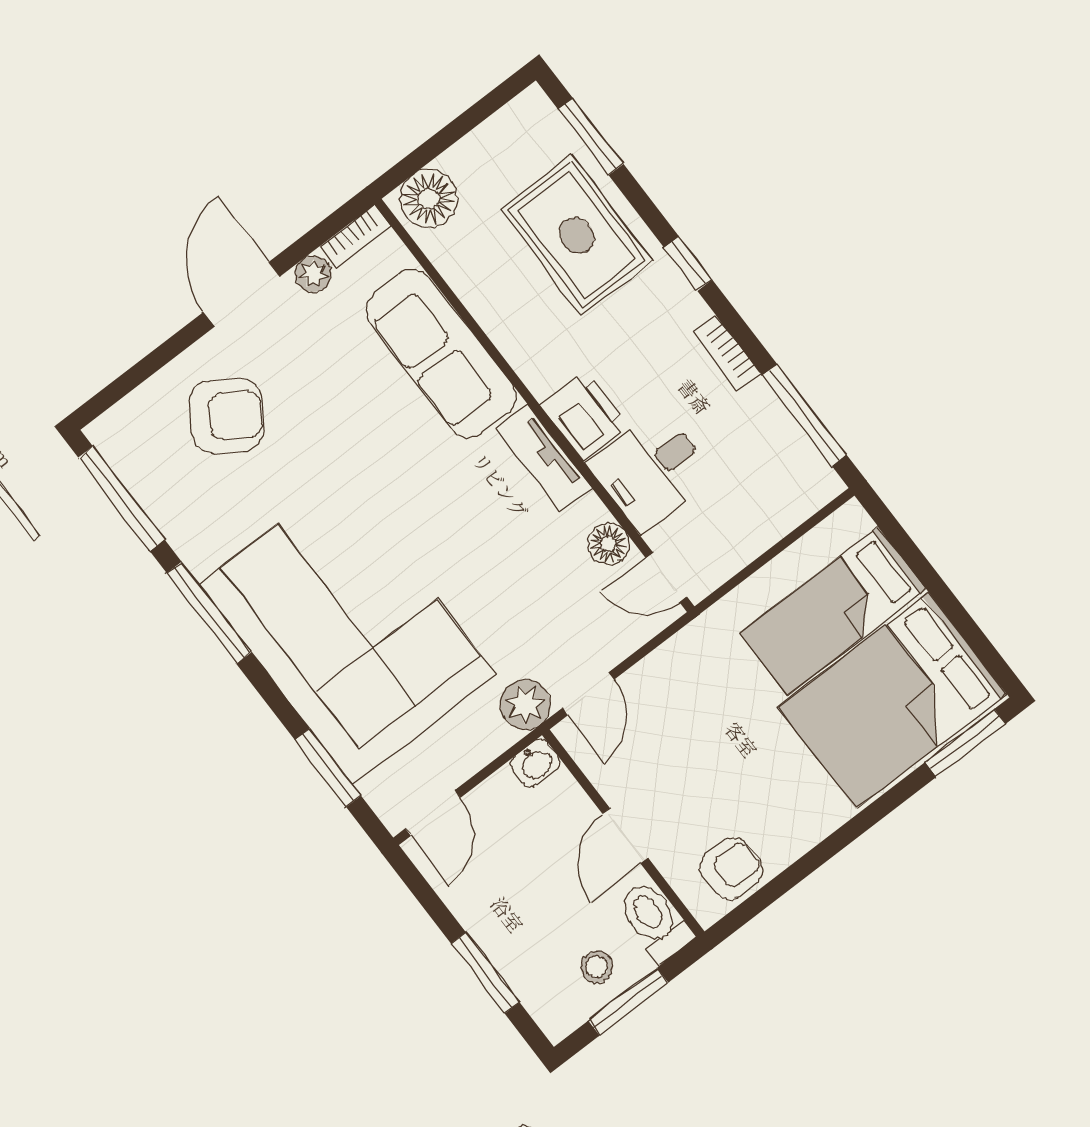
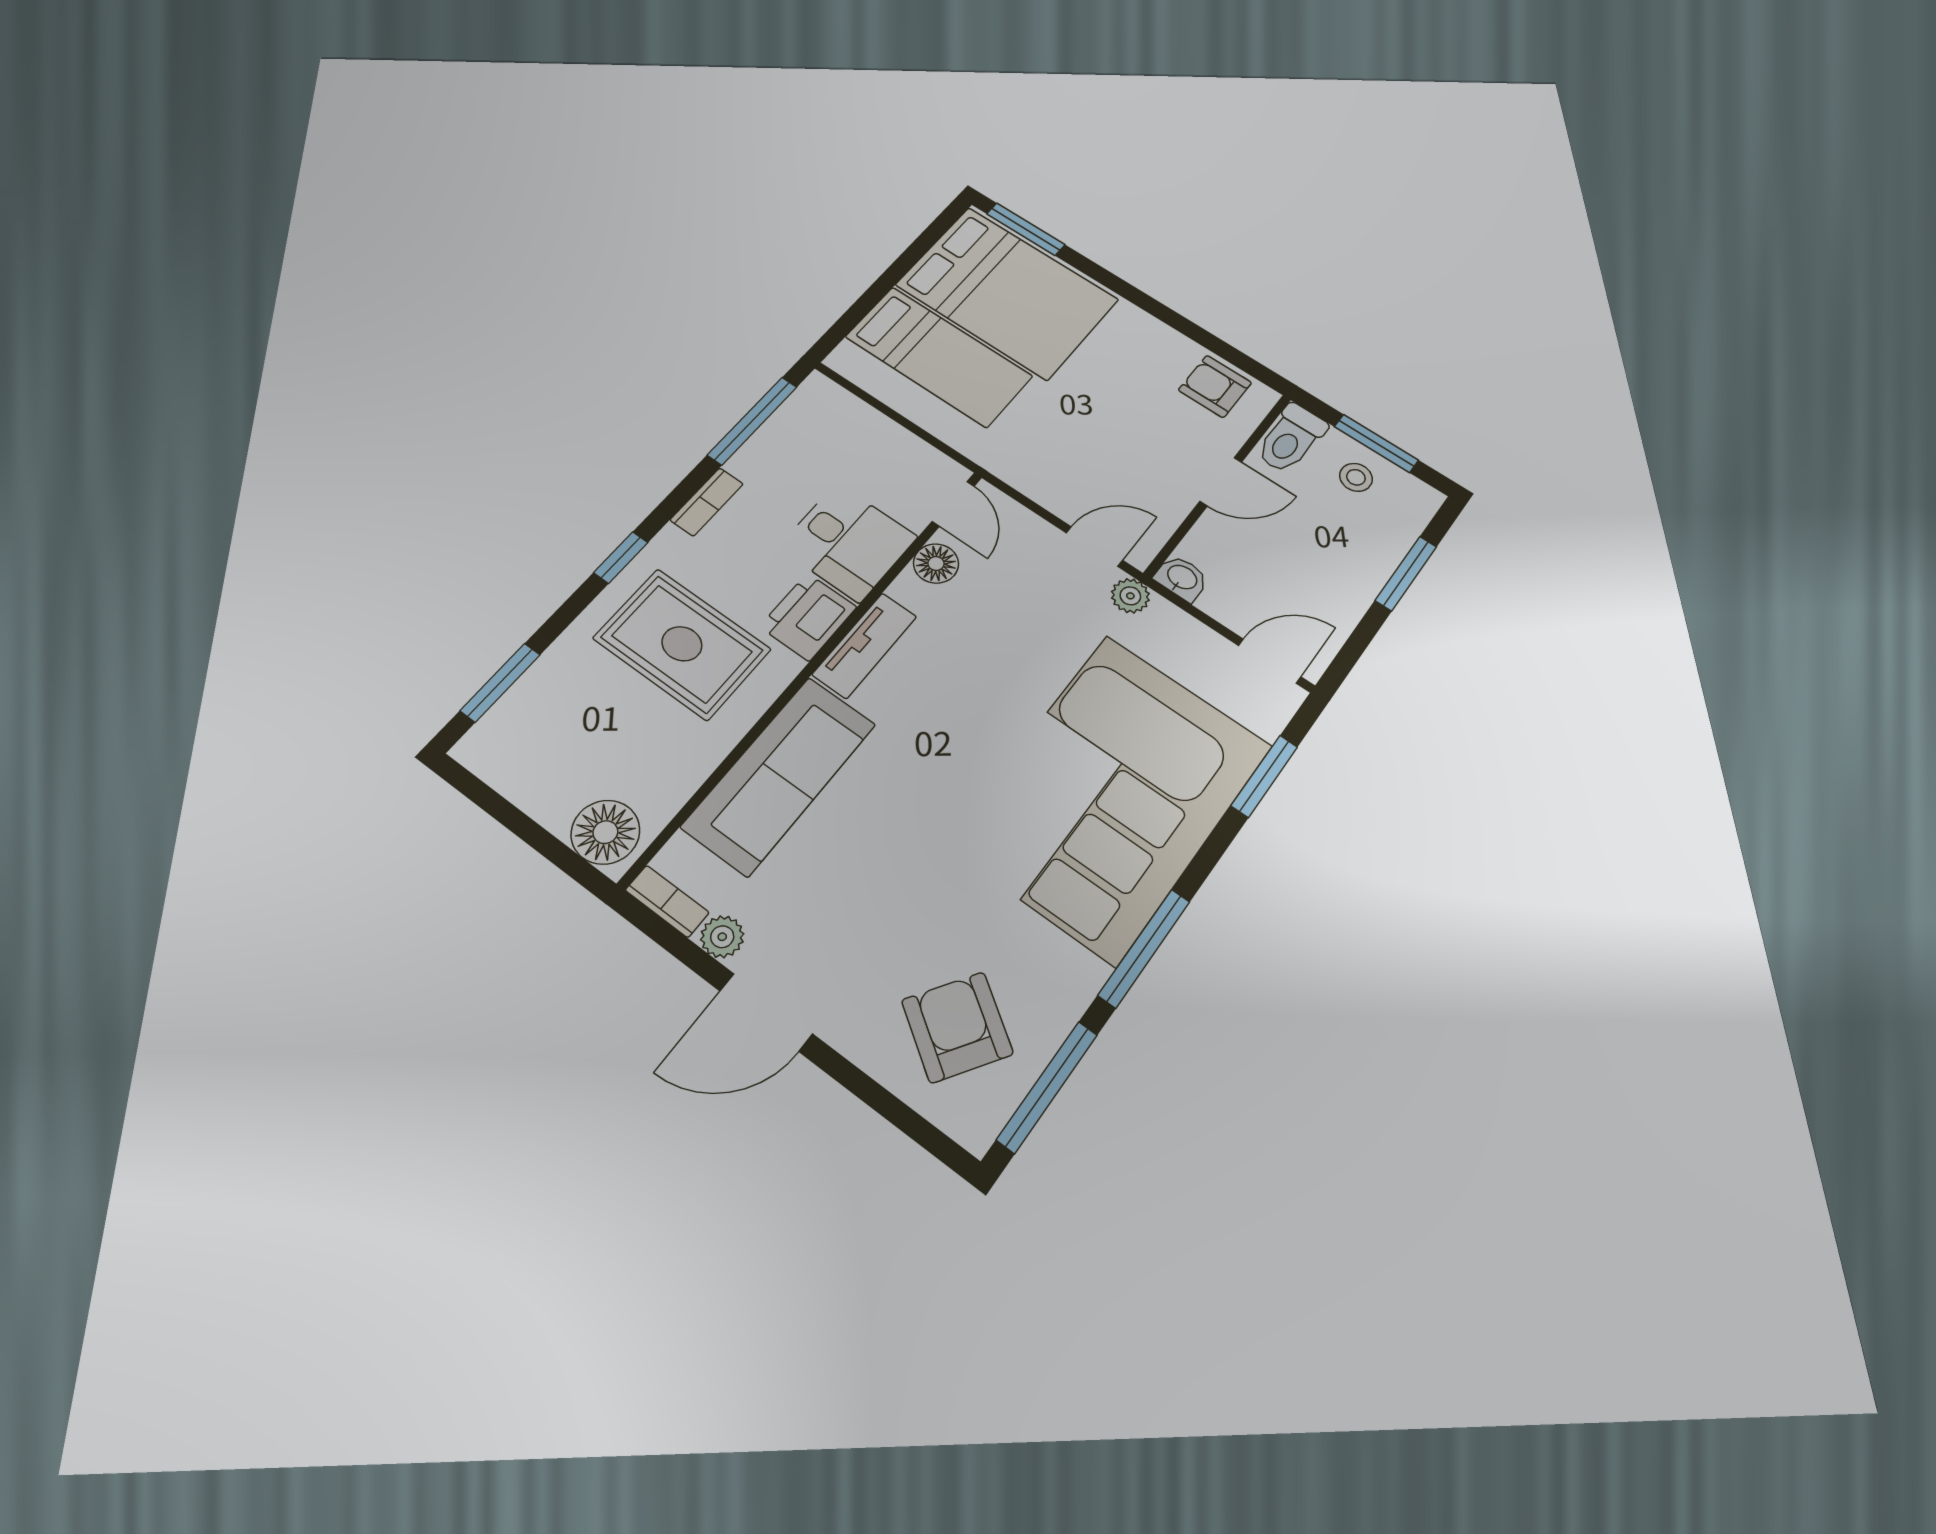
rug: (577, 235) -> (682, 644), moved, turned 90
armchair: (227, 416) -> (957, 1027), moved
plant: (525, 705) -> (1130, 596), width x0.73, depth x0.73

